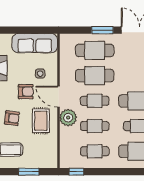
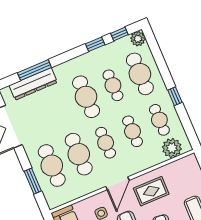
window: (102, 30) -> (33, 181), moved
plant: (68, 118) -> (172, 148), moved
window: (76, 172) -> (175, 96), moved

